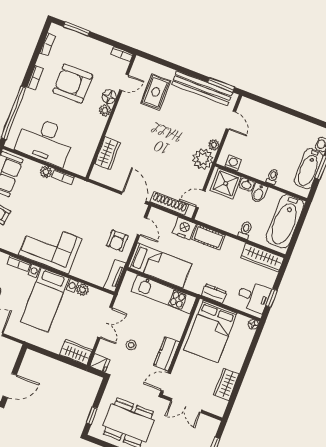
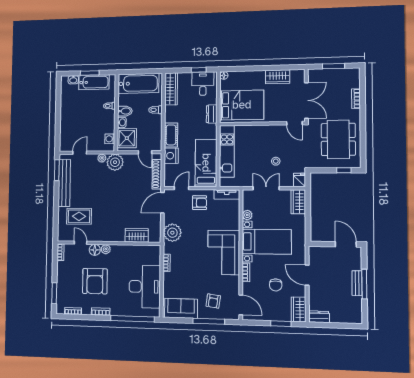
plant: (46, 172) -> (172, 233), moved, width x1.88, depth x1.88
kitchen counter: (167, 354) -> (272, 131), removed
double door: (186, 406) -> (306, 100), width x1.37

